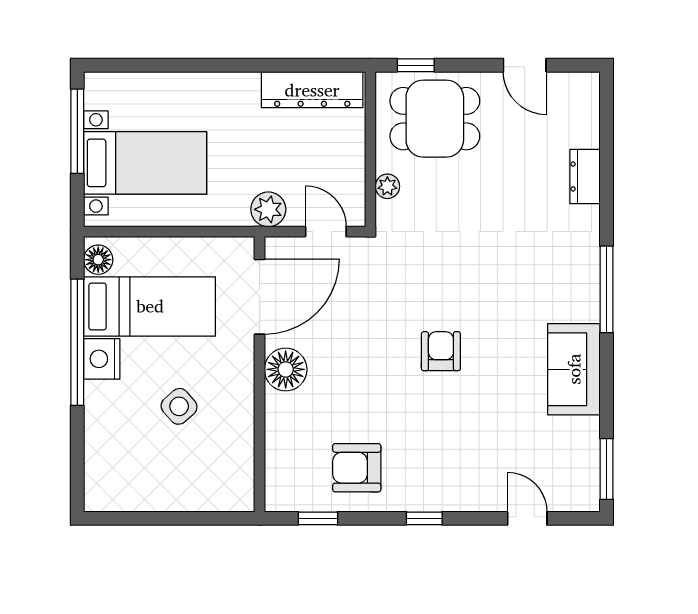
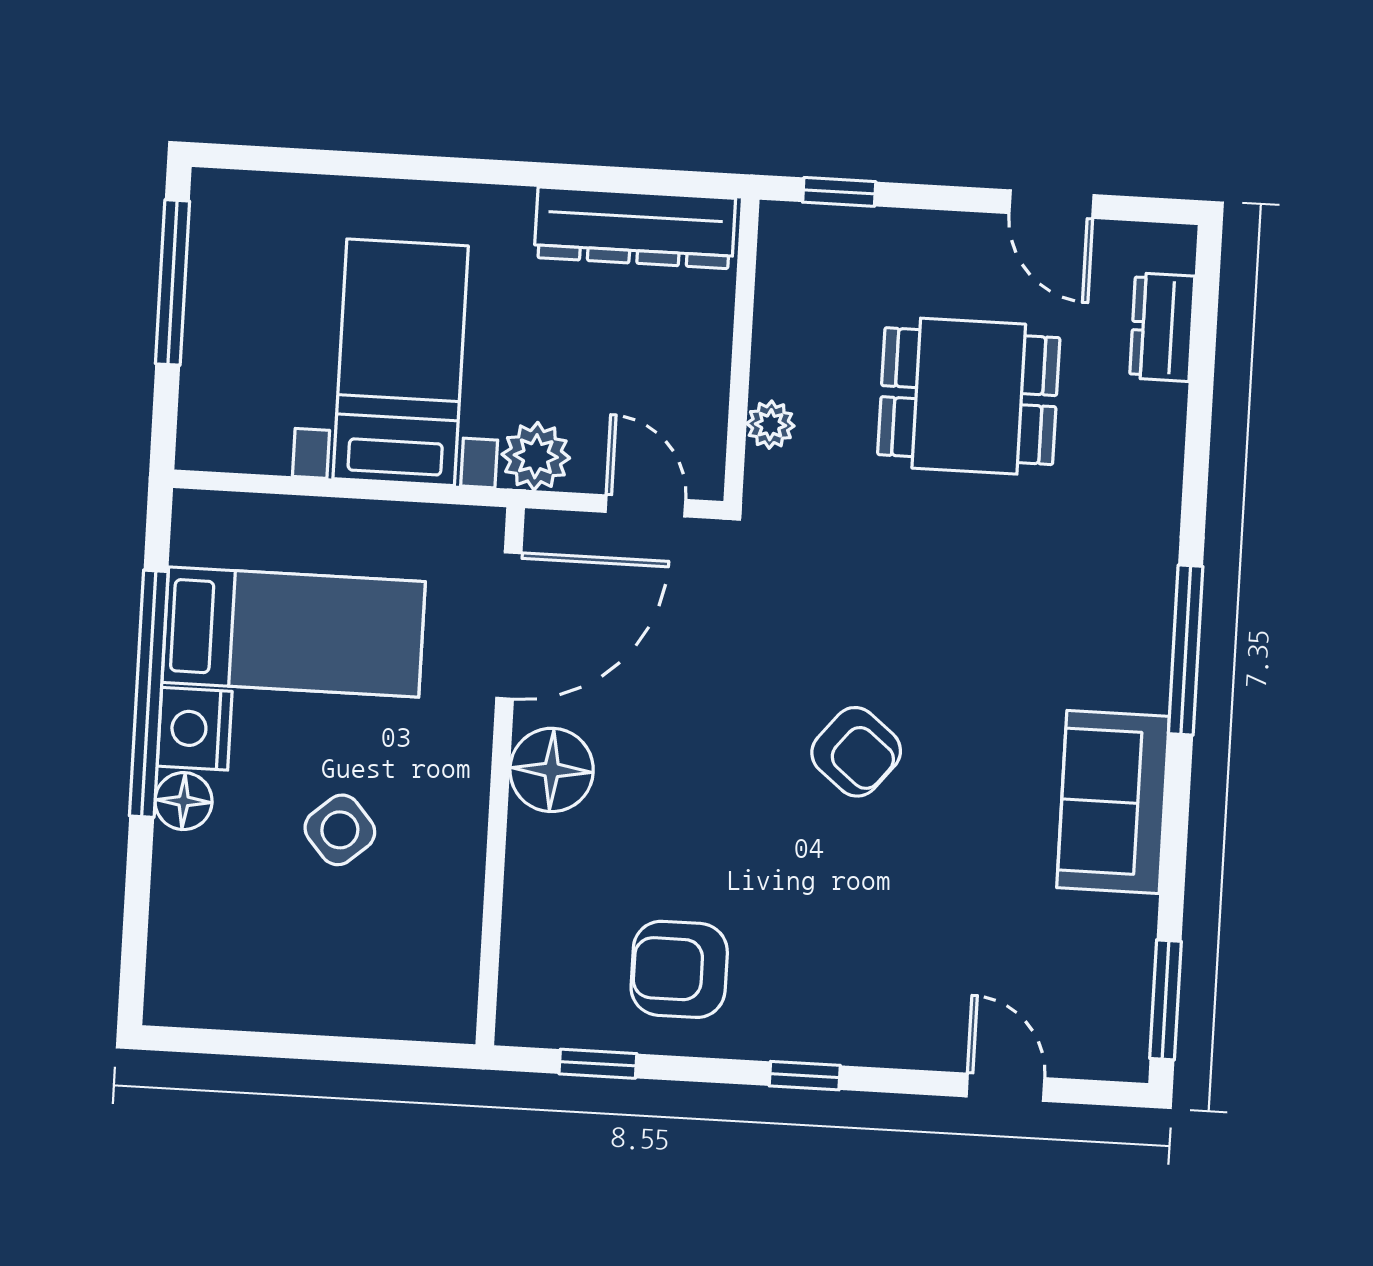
dining table: (435, 119) -> (969, 396), moved
bed with nightstands: (145, 163) -> (401, 362), moved, turned -90
dresser: (585, 177) -> (1162, 327), moved
floor lamp: (98, 260) -> (184, 801), moved
armchair: (441, 351) -> (856, 752), turned 129

